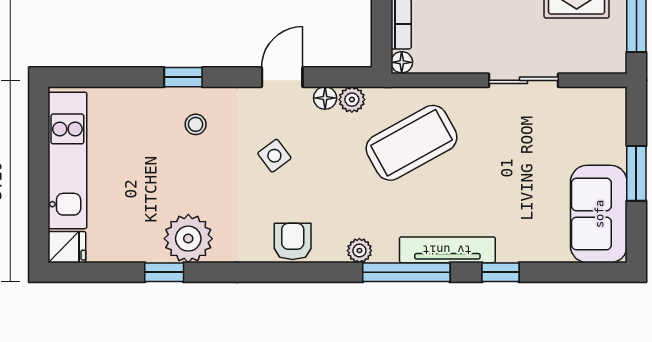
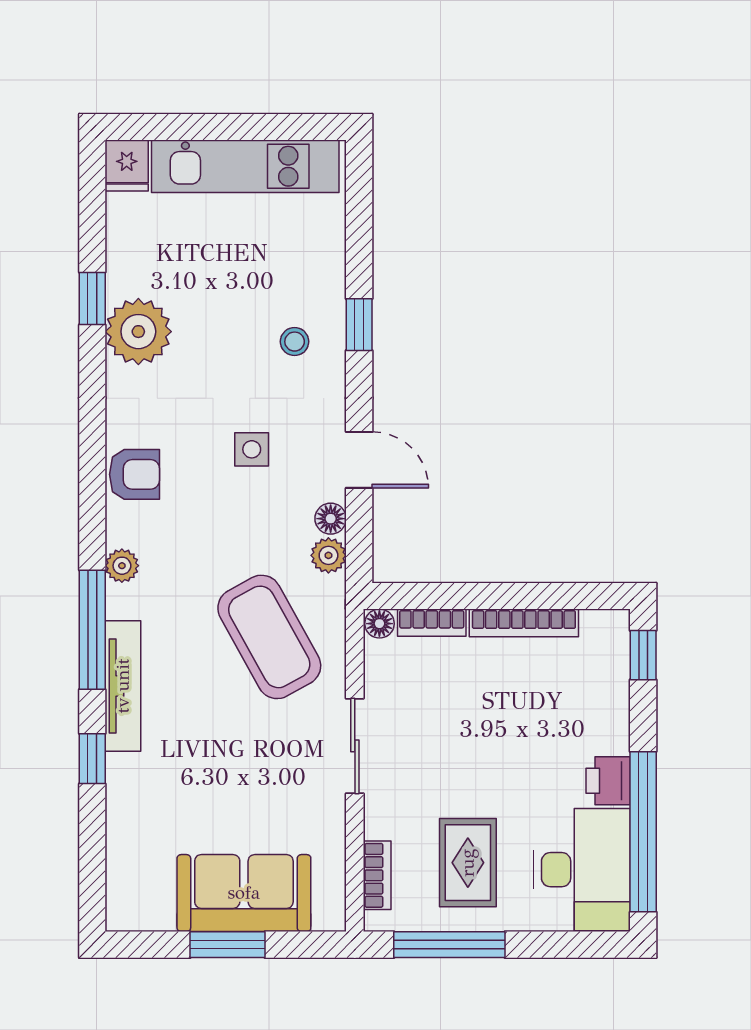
bookcase: (586, 64) -> (377, 875), added
sliding door: (523, 80) -> (355, 746), moved
side table: (274, 156) -> (252, 449), turned 37
sofa: (599, 214) -> (244, 893), moved

